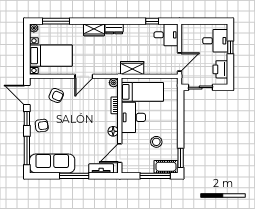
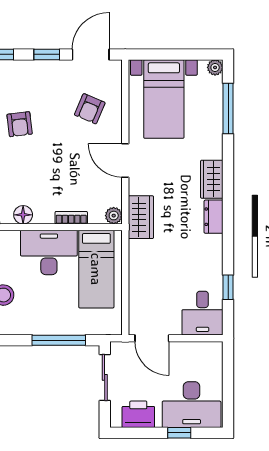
desk: (215, 41) -> (192, 405), width x1.37
wardrobe: (132, 68) -> (141, 217), moved
window: (181, 112) -> (59, 340), added
armchair: (42, 126) -> (20, 124), moved

